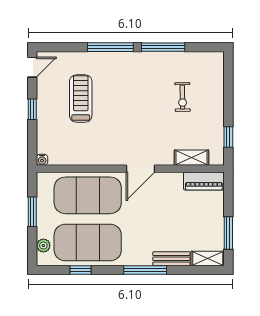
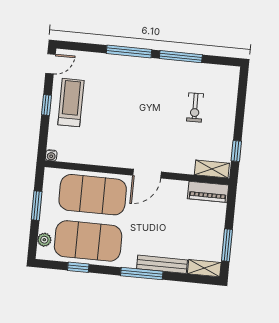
treadmill: (81, 99) -> (71, 103), moved
shelving: (192, 158) -> (212, 169), moved
bench: (171, 259) -> (162, 264), width x1.36

